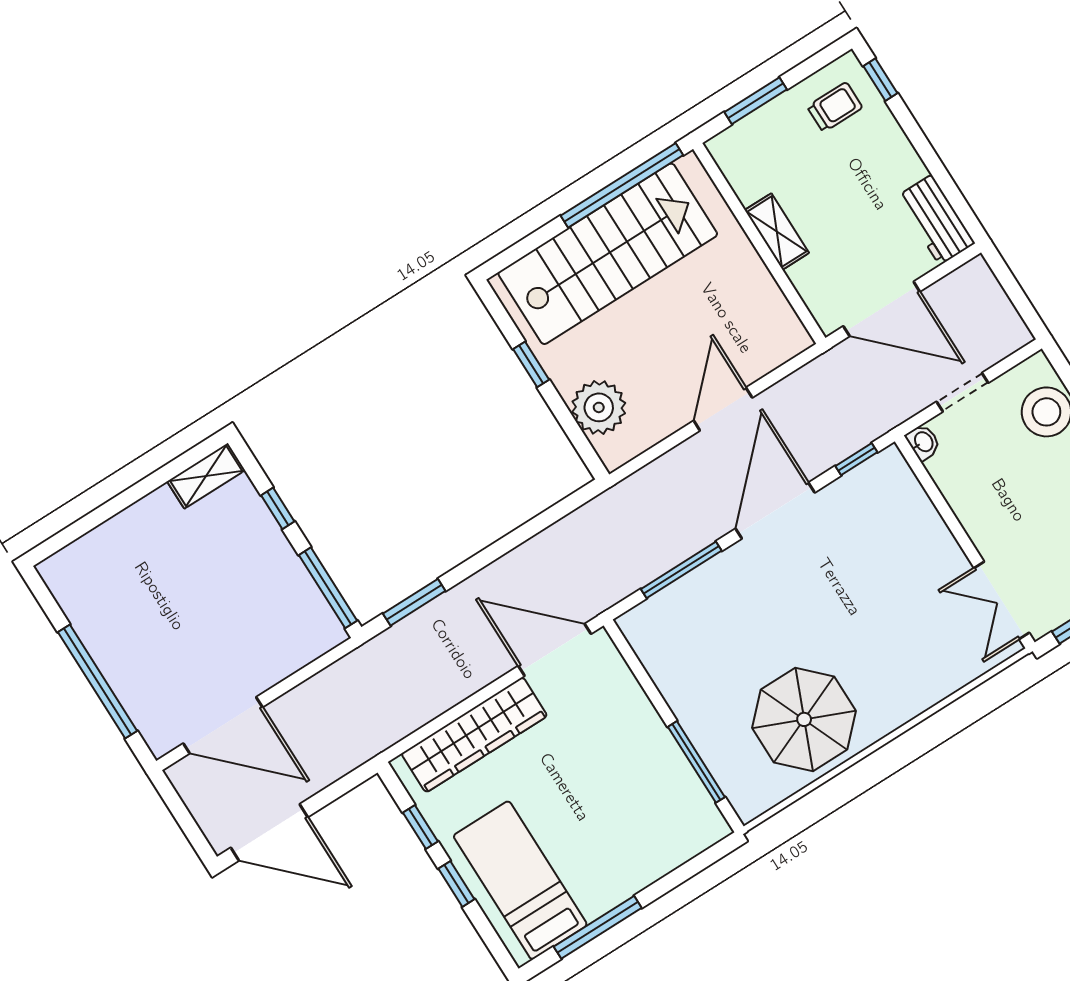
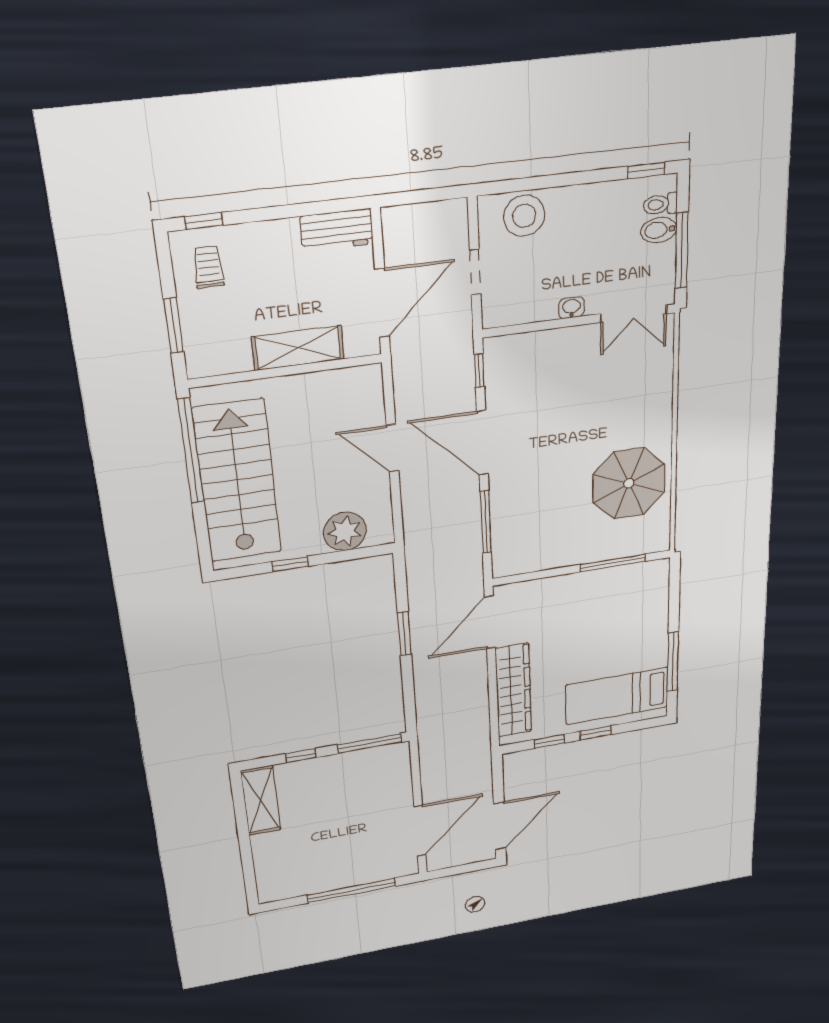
shelving: (777, 232) -> (298, 348), width x1.50, depth x1.33
washbasin: (923, 442) -> (571, 308), moved
shelving: (206, 476) -> (261, 800), width x1.50, depth x1.33
window: (414, 602) -> (404, 634), moved

